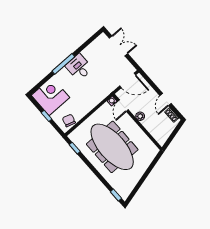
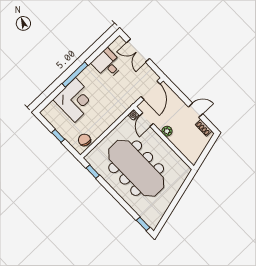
double door: (118, 46) -> (138, 51), swing flipped
desk: (79, 67) -> (107, 64), moved
door: (128, 80) -> (150, 90), hinge flipped
corner desk: (50, 96) -> (75, 100), moved, turned 90
door: (166, 100) -> (196, 110), swing flipped

